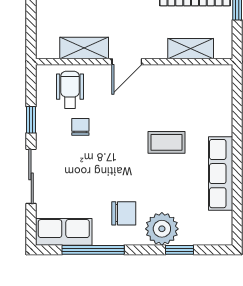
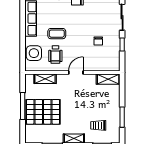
shelving: (84, 48) -> (108, 79), moved
wheelchair: (70, 90) -> (55, 55), moved
side table: (214, 102) -> (34, 53), added

